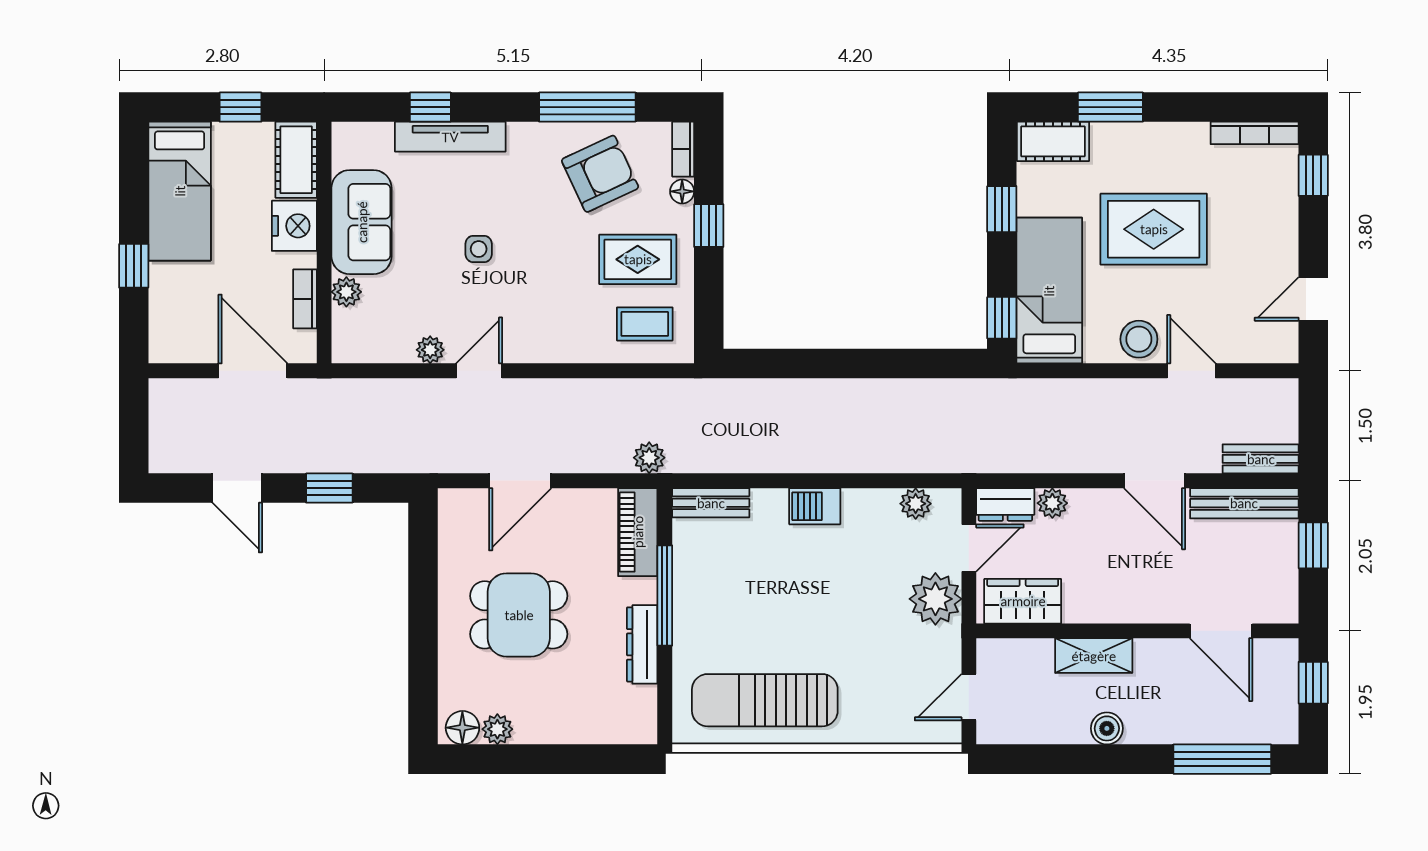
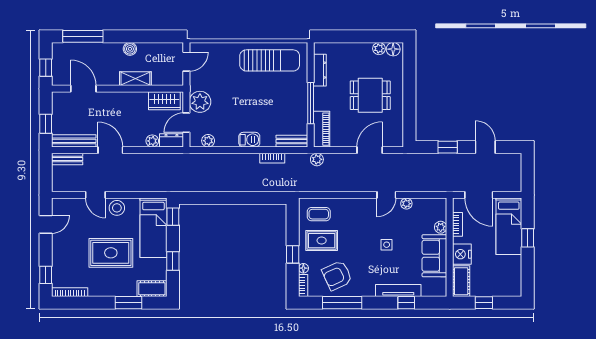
bed: (180, 191) -> (509, 226), moved, turned 180
bookcase: (759, 461) -> (272, 158), added
dresser: (642, 644) -> (320, 70), moved

